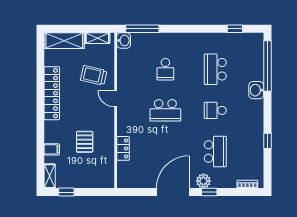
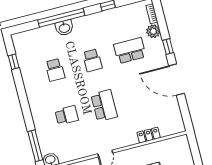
window: (268, 66) -> (61, 18), moved
school desk: (215, 69) -> (55, 70), width x0.54
plant: (203, 181) -> (153, 31), moved

